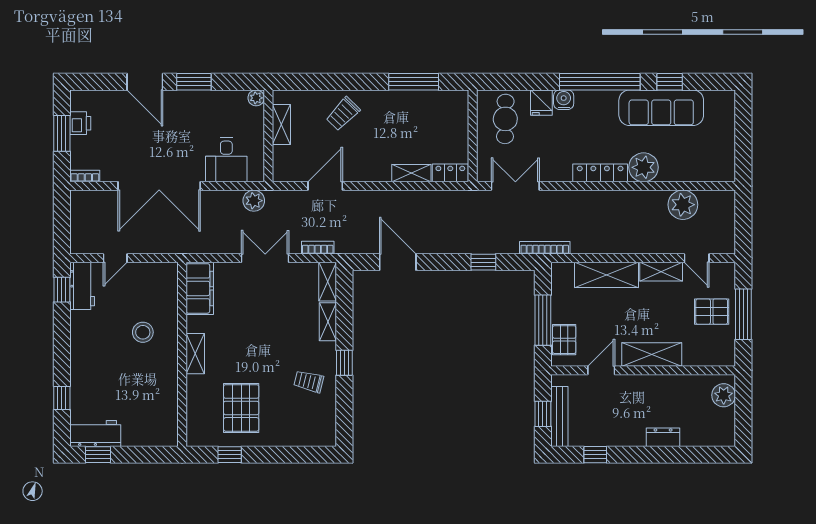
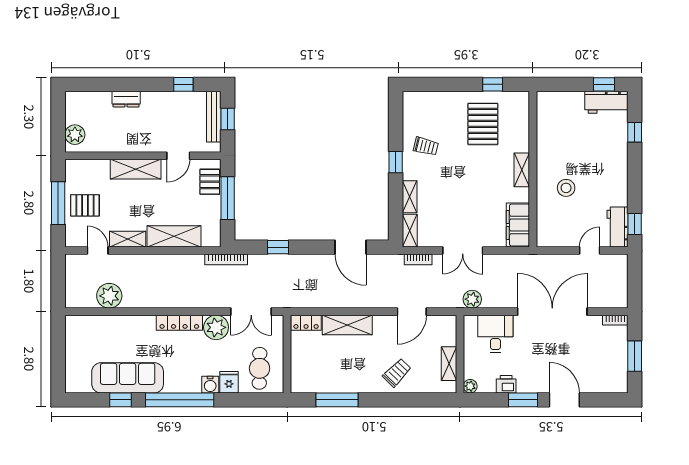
printer: (80, 123) -> (506, 384), moved, turned 90
plant: (644, 167) -> (216, 327), moved
shelving: (411, 173) -> (347, 325), width x1.50, depth x1.33

